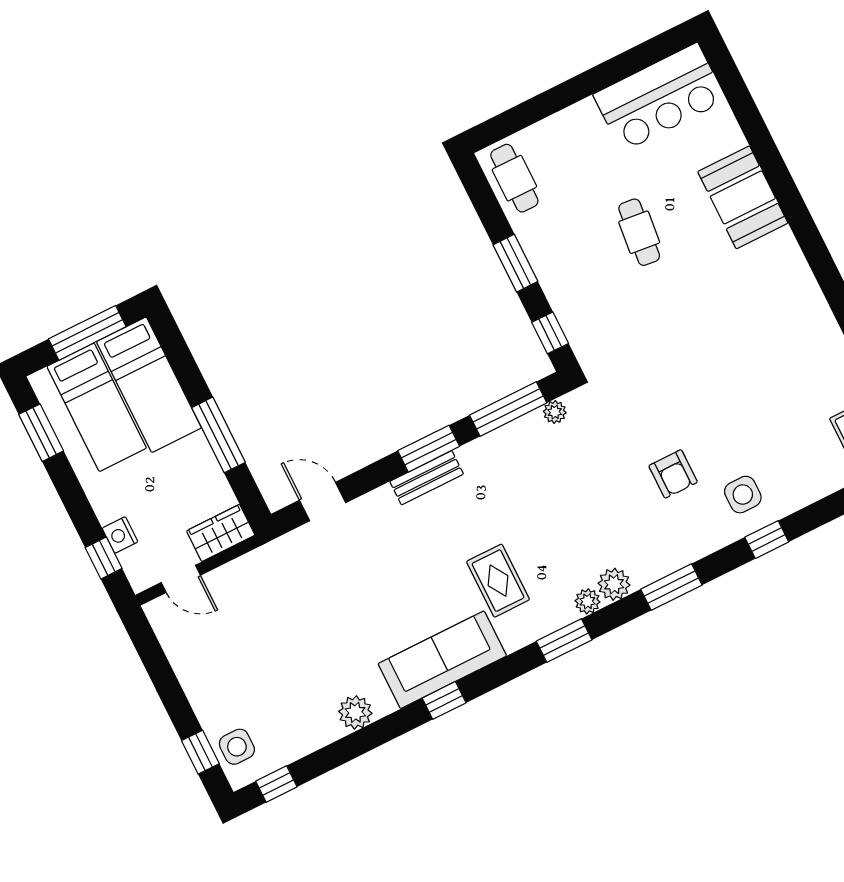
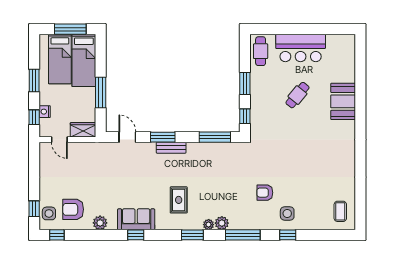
bar counter: (660, 97) -> (301, 48), moved
cafe table: (639, 232) -> (297, 95), turned 33
plant: (555, 412) -> (232, 147), removed
window: (41, 433) -> (34, 81), moved
window: (429, 449) -> (163, 137), moved
armchair: (673, 474) -> (265, 193), turned 90
window: (671, 587) -> (243, 235), width x1.44
sofa: (442, 660) -> (136, 219), width x0.73
armchair: (284, 712) -> (73, 209), added

